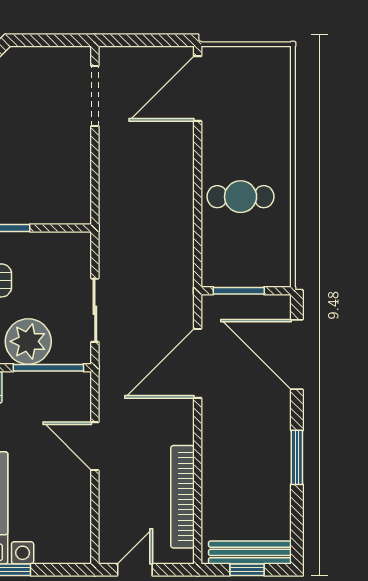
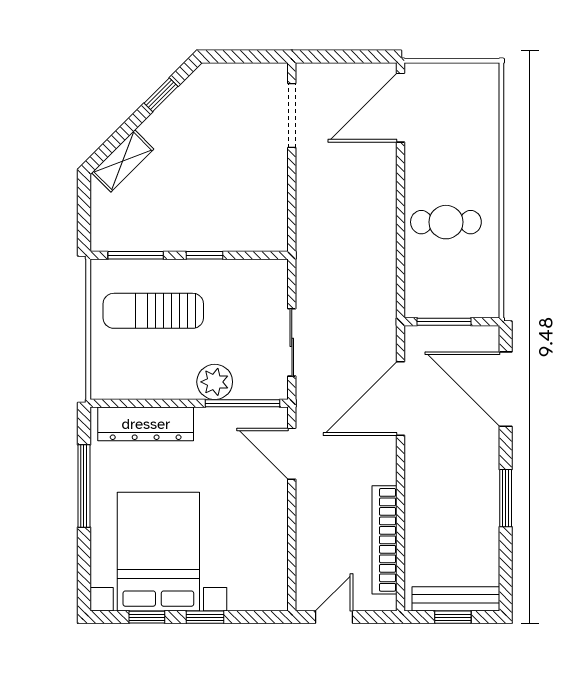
plant: (28, 341) -> (215, 382), width x0.73, depth x0.73
door: (95, 446) -> (292, 454), moved

